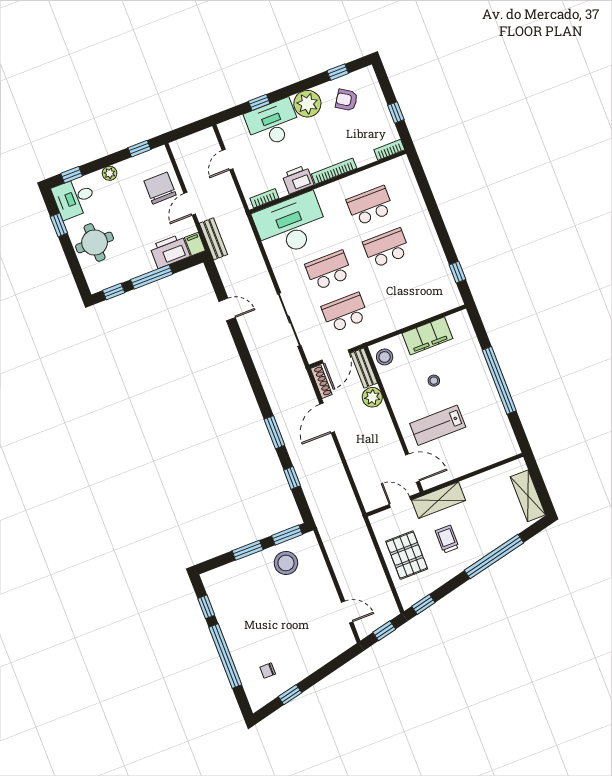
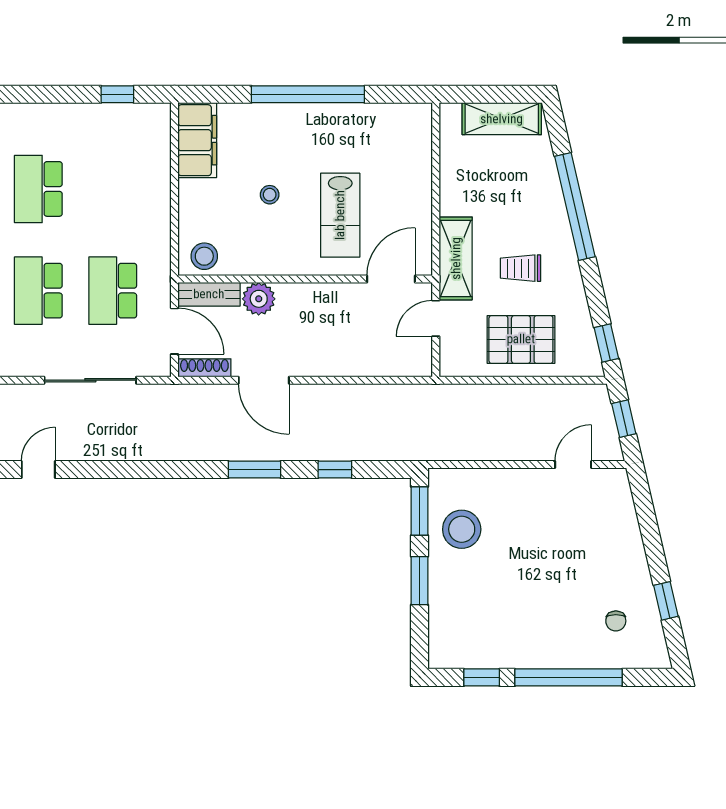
filing cabinet: (427, 336) -> (197, 140), moved

